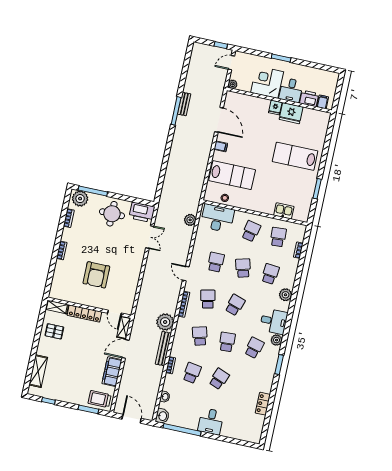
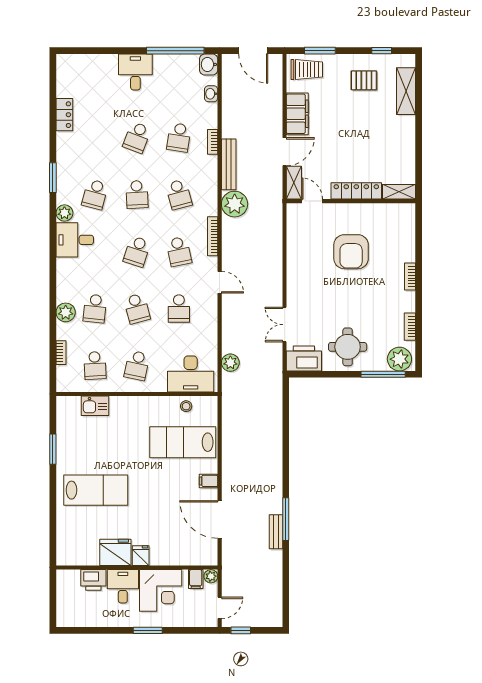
filing cabinet: (323, 102) -> (196, 579), moved
armchair: (96, 275) -> (351, 252), turned 180
plant: (286, 295) -> (66, 312), moved
pallet: (54, 331) -> (364, 80), moved

